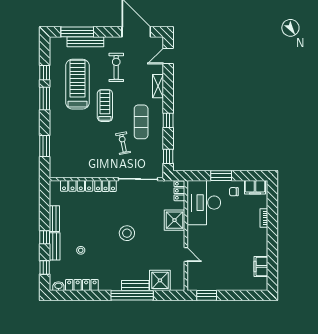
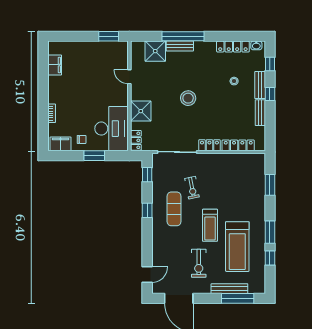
shelving: (158, 86) -> (157, 245), removed

